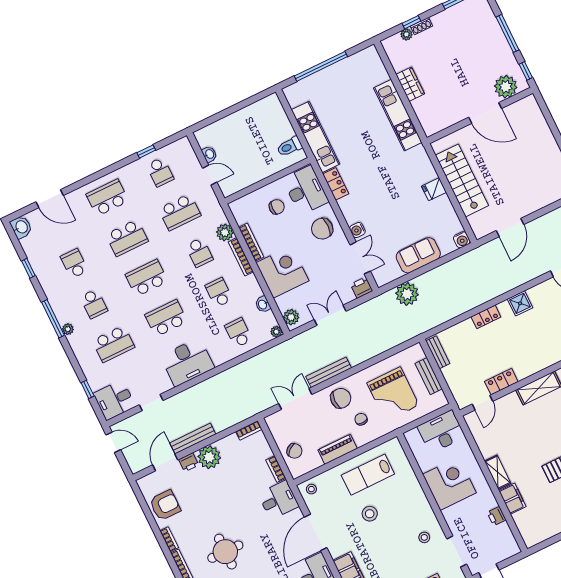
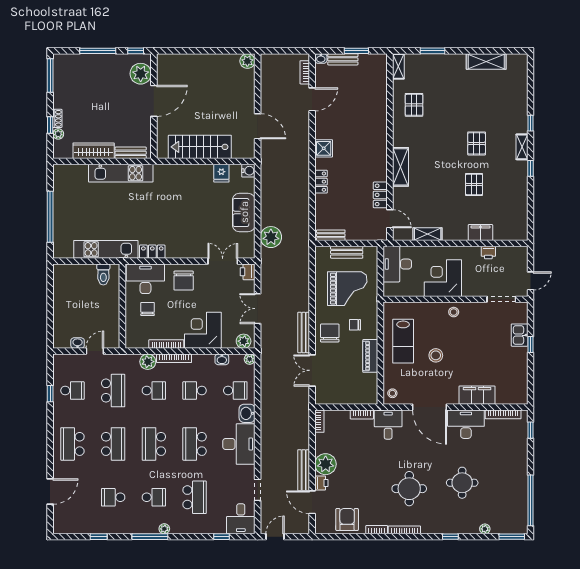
wardrobe: (410, 84) -> (94, 151), width x1.50
bench: (423, 115) -> (131, 153), added
fridge: (434, 189) -> (221, 173), moved
washbasin: (21, 227) -> (247, 413), moved, turned -90
water cooler: (357, 230) -> (199, 252), removed
school desk: (238, 333) -> (235, 391), turned 180
chair: (294, 451) -> (354, 392), removed
shelving: (498, 472) -> (428, 234), moved
stool: (424, 537) -> (454, 312), moved

